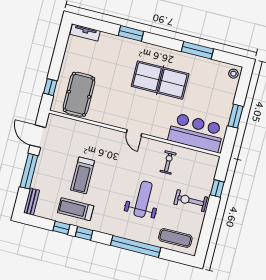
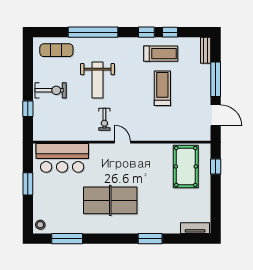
window: (197, 50) -> (67, 239), moved
exercise bike: (168, 162) -> (104, 119), moved

